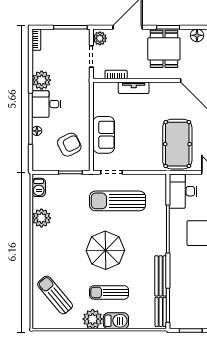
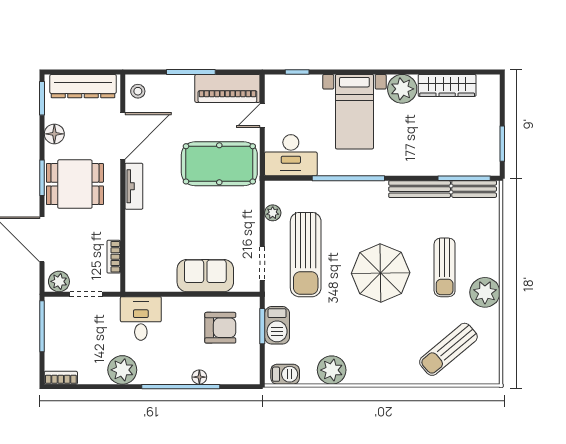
tv unit: (134, 88) -> (134, 186), moved
desk: (47, 104) -> (141, 318), moved, turned 180
armchair: (69, 145) -> (220, 328), turned 117
plant: (145, 179) -> (273, 213), added
barbecue: (116, 321) -> (277, 325), moved, turned 180

